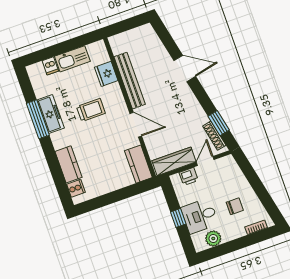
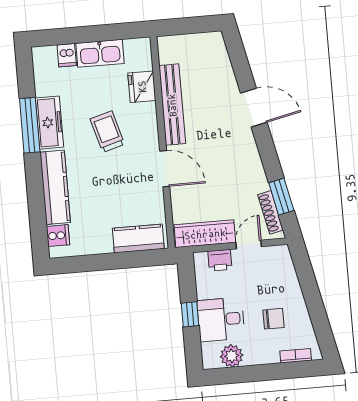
trolley: (91, 110) -> (107, 132), turned -106
kitchen counter: (68, 164) -> (55, 187), width x1.50
kitchen counter: (138, 164) -> (138, 238), moved, turned 90

